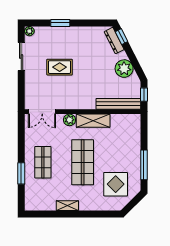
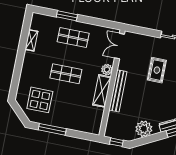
bench: (118, 104) -> (118, 91), moved
shop shelf: (83, 162) -> (66, 74), width x0.70, depth x0.74
shelving: (67, 206) -> (31, 40), moved

